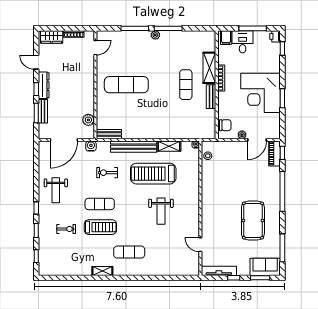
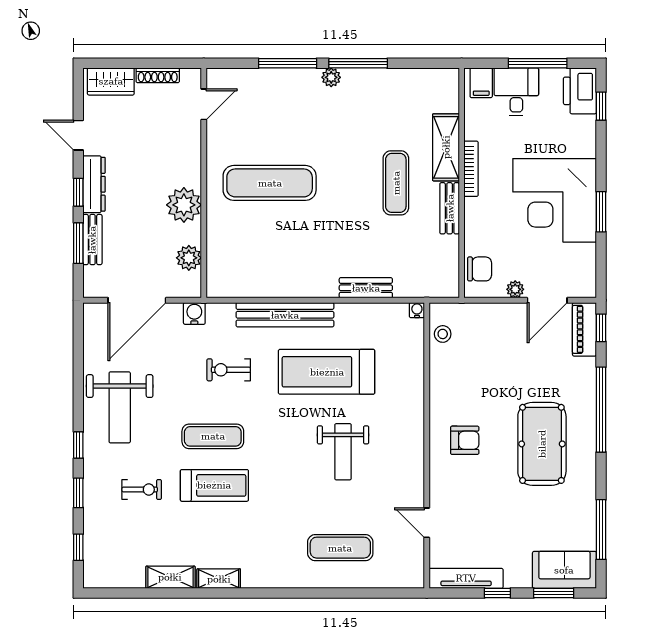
printer: (275, 36) -> (580, 91), width x1.87, depth x1.48
plant: (86, 95) -> (184, 205), added
bench: (109, 134) -> (366, 288), moved
shelving: (169, 146) -> (170, 577), moved
weight bench: (56, 190) -> (120, 407), width x1.36, depth x1.33
armchair: (218, 206) -> (465, 440), added
pool table: (253, 221) -> (542, 444), moved
exercise mat: (129, 252) -> (340, 548), moved

